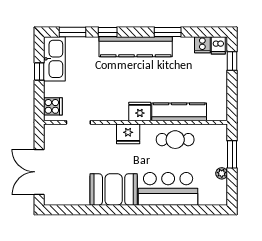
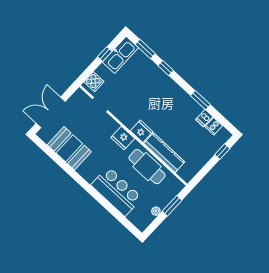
dishwasher: (218, 45) -> (204, 118), moved
kitchen counter: (136, 47) -> (174, 92), removed
cafe table: (175, 140) -> (147, 167), width x1.37, depth x1.35
booth: (114, 189) -> (69, 148), moved

